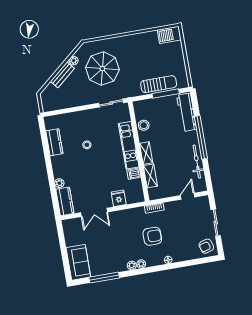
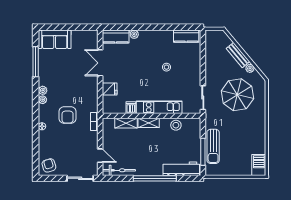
kitchen counter: (54, 142) -> (186, 36), moved
bicycle: (197, 162) -> (119, 170), moved
sliding door: (216, 223) -> (80, 178), moved

